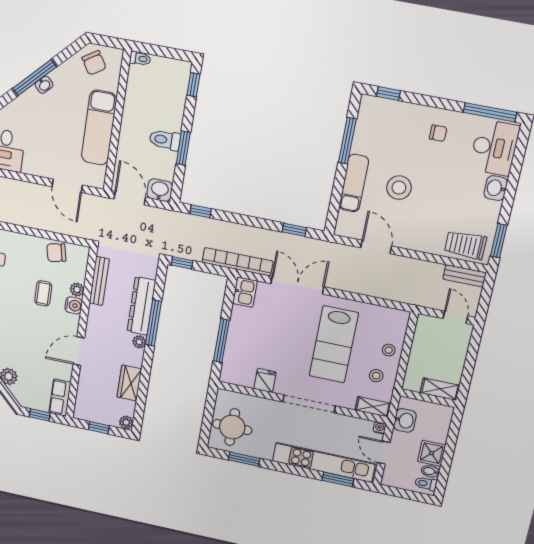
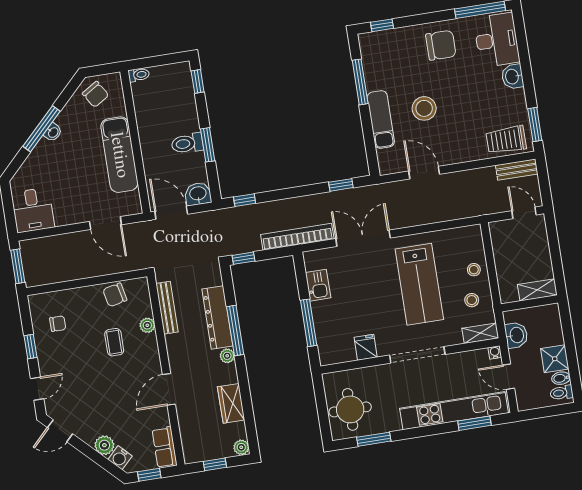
chair: (438, 133) -> (441, 45), width x1.87, depth x1.87
kitchen sink: (245, 292) -> (318, 285), moved
water cooler: (74, 305) -> (120, 458), moved, turned 135

